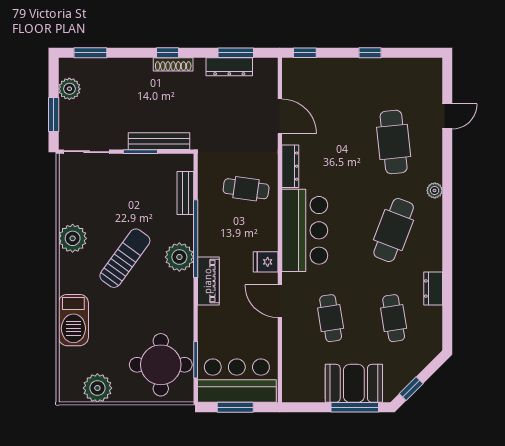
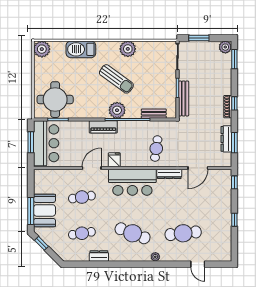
plant: (69, 89) -> (225, 47), moved
plant: (97, 388) -> (42, 49), moved

